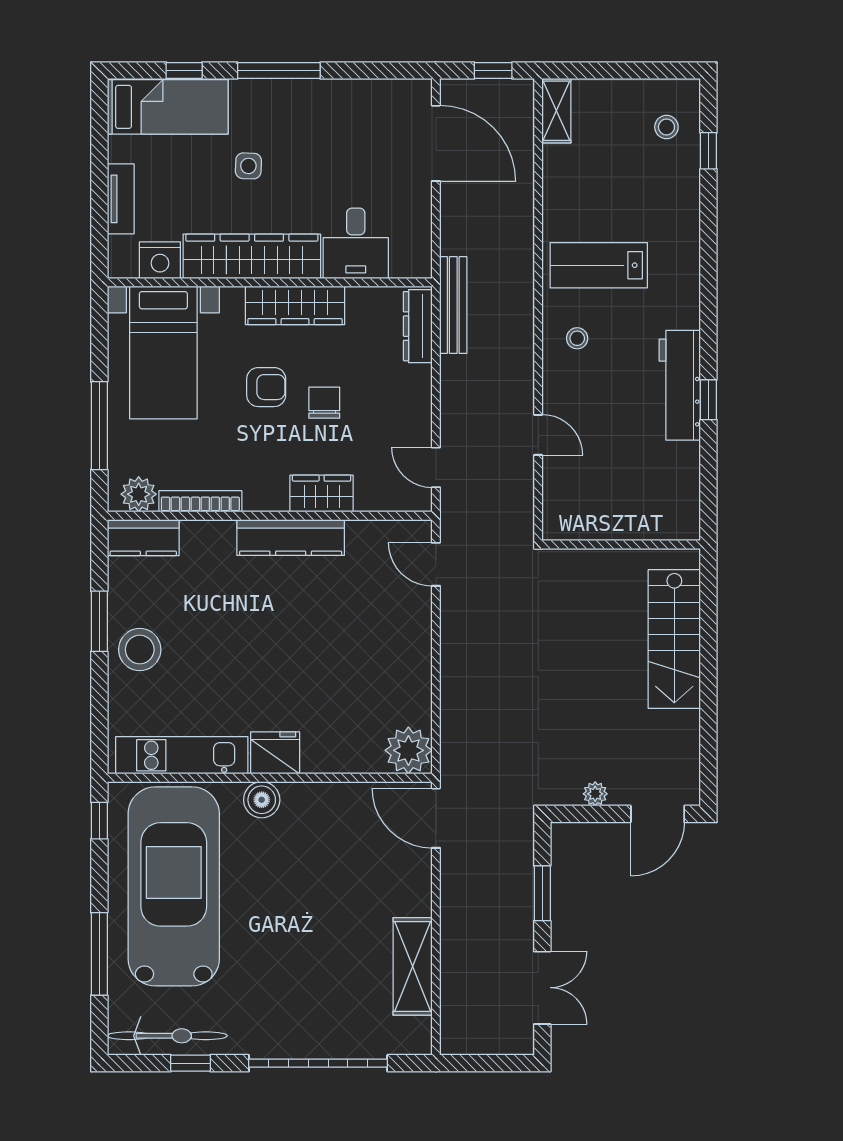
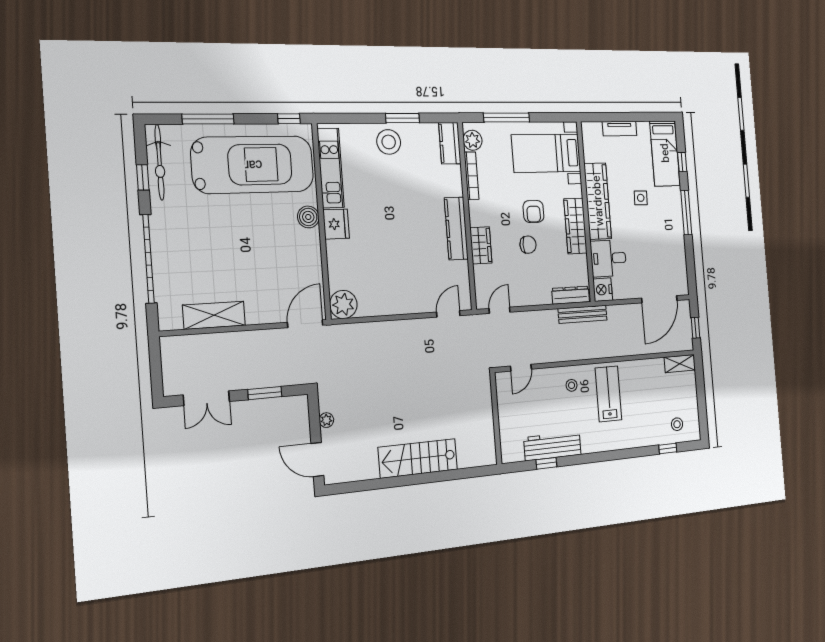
nightstand: (160, 260) -> (603, 290), moved
wall: (621, 544) -> (496, 418), moved

